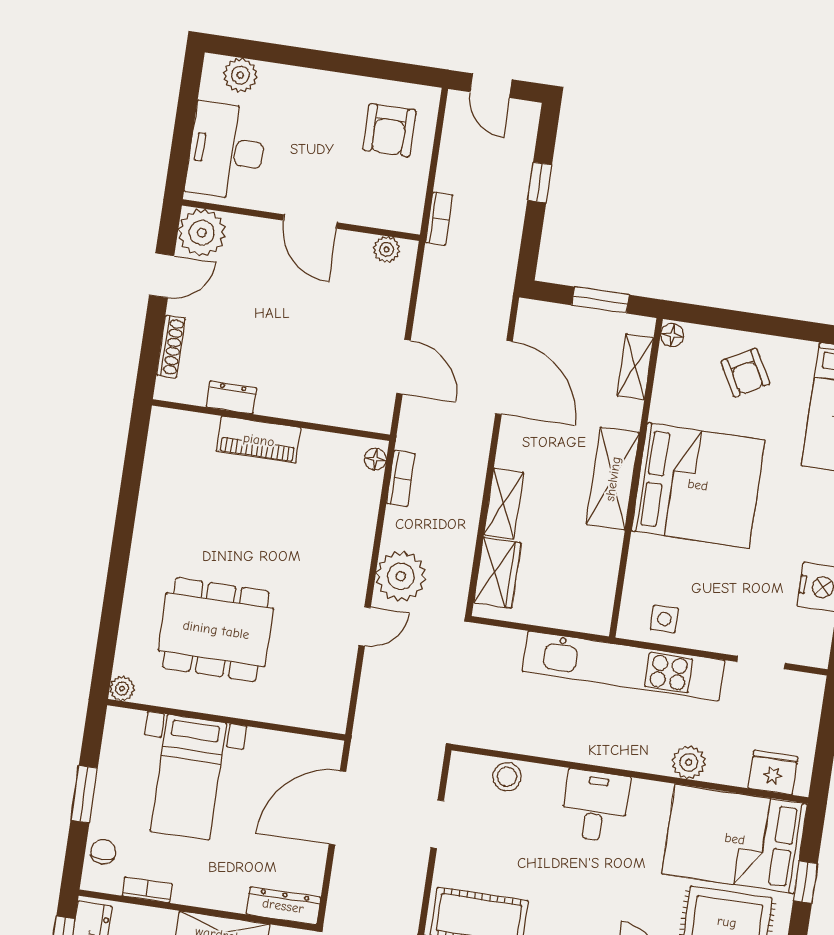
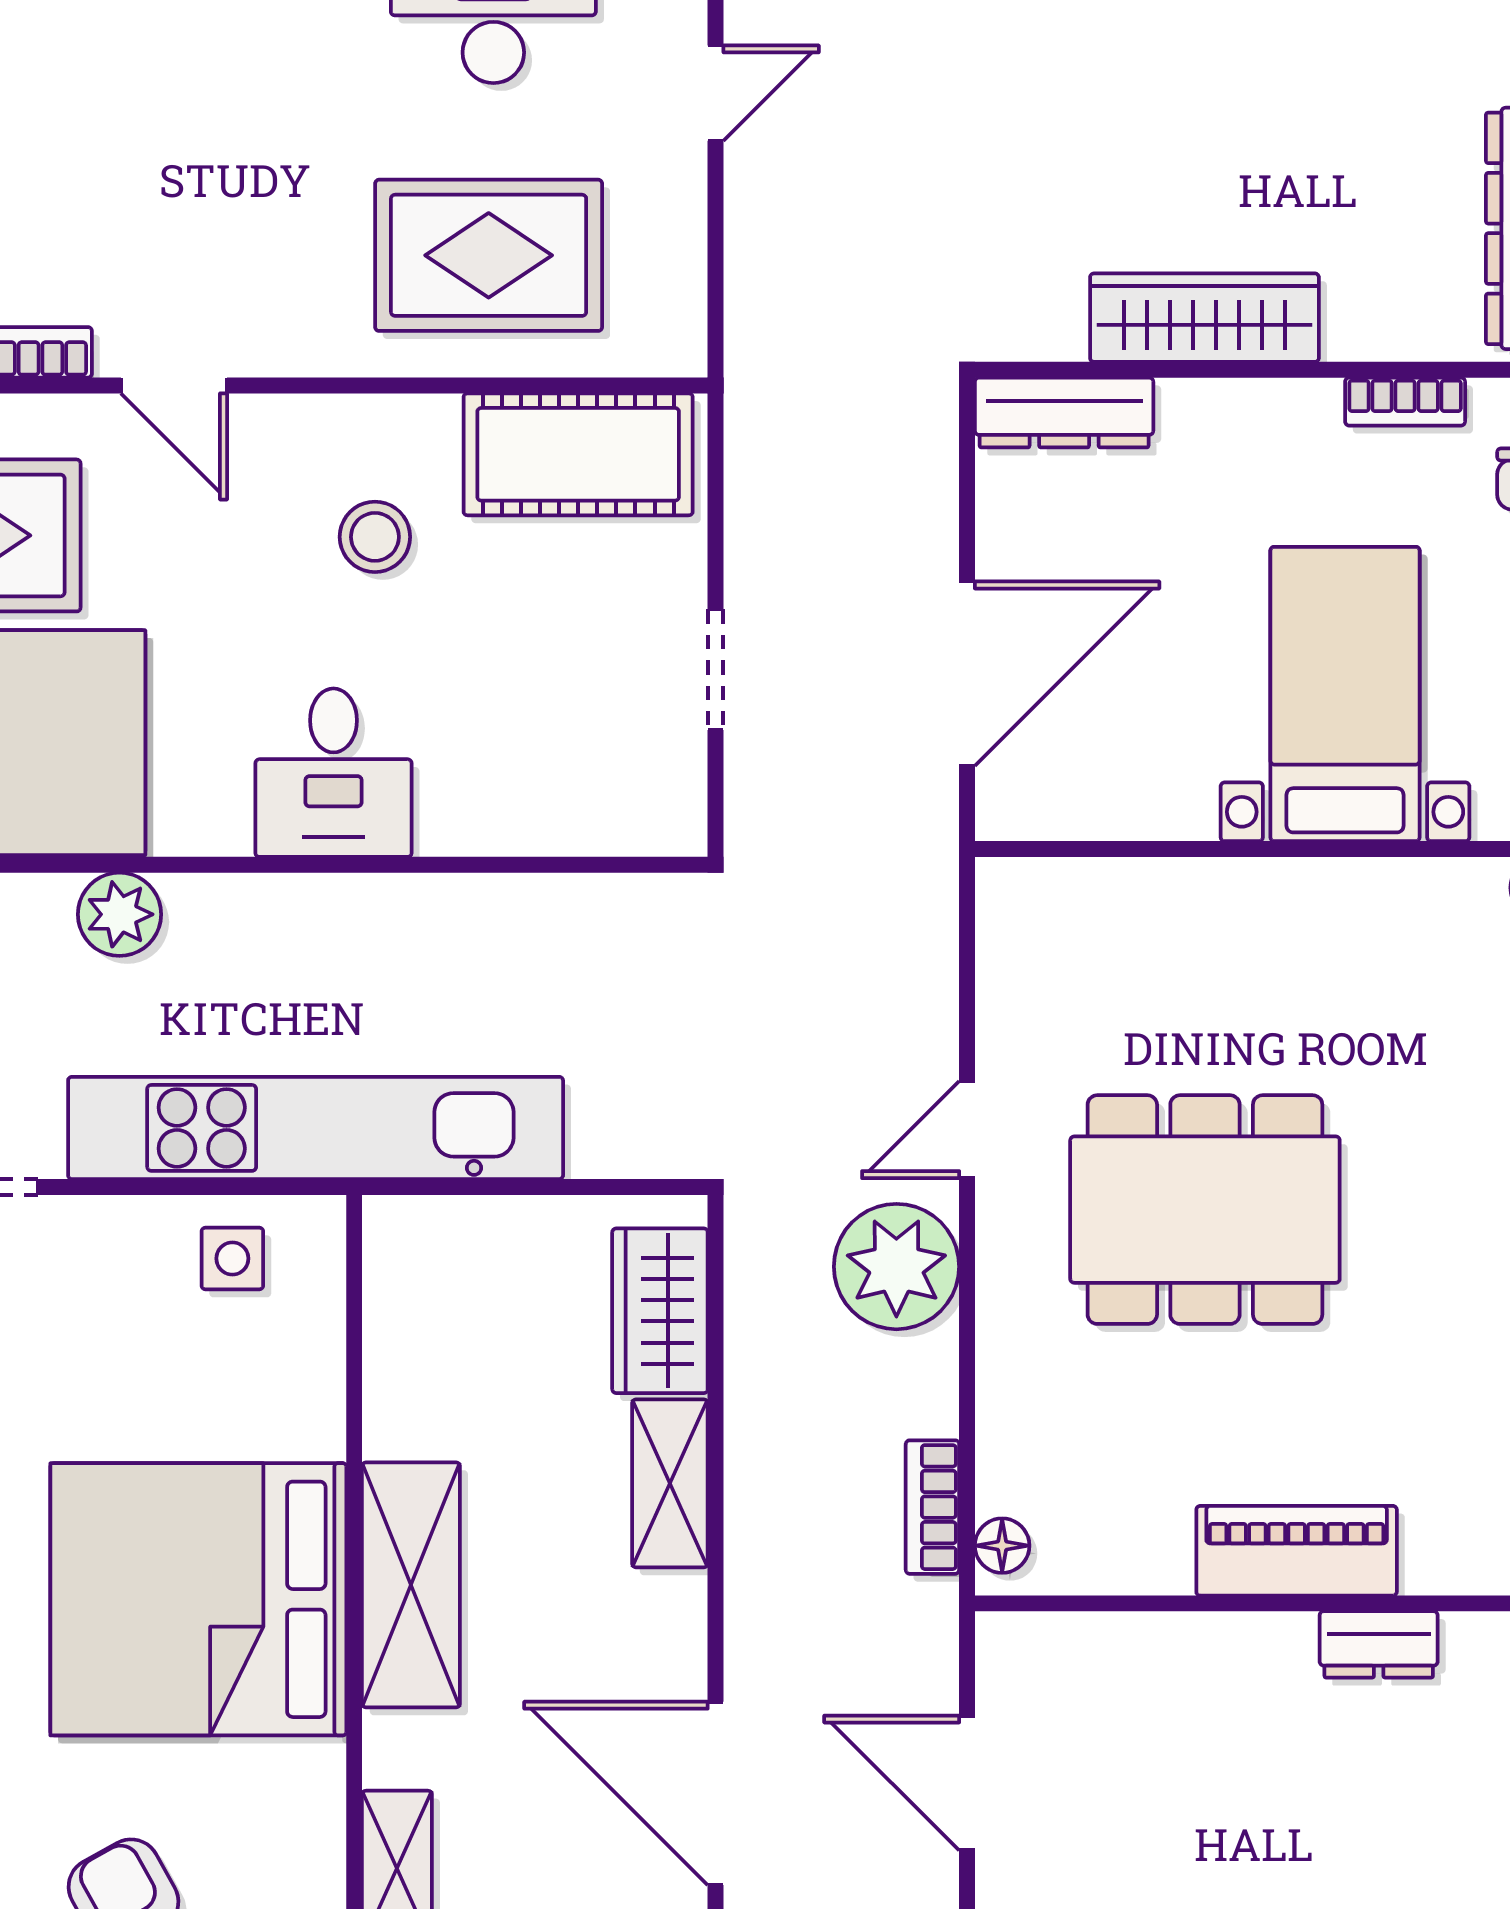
dining table: (216, 630) -> (1205, 1210), moved
stool: (507, 777) -> (375, 537), moved

